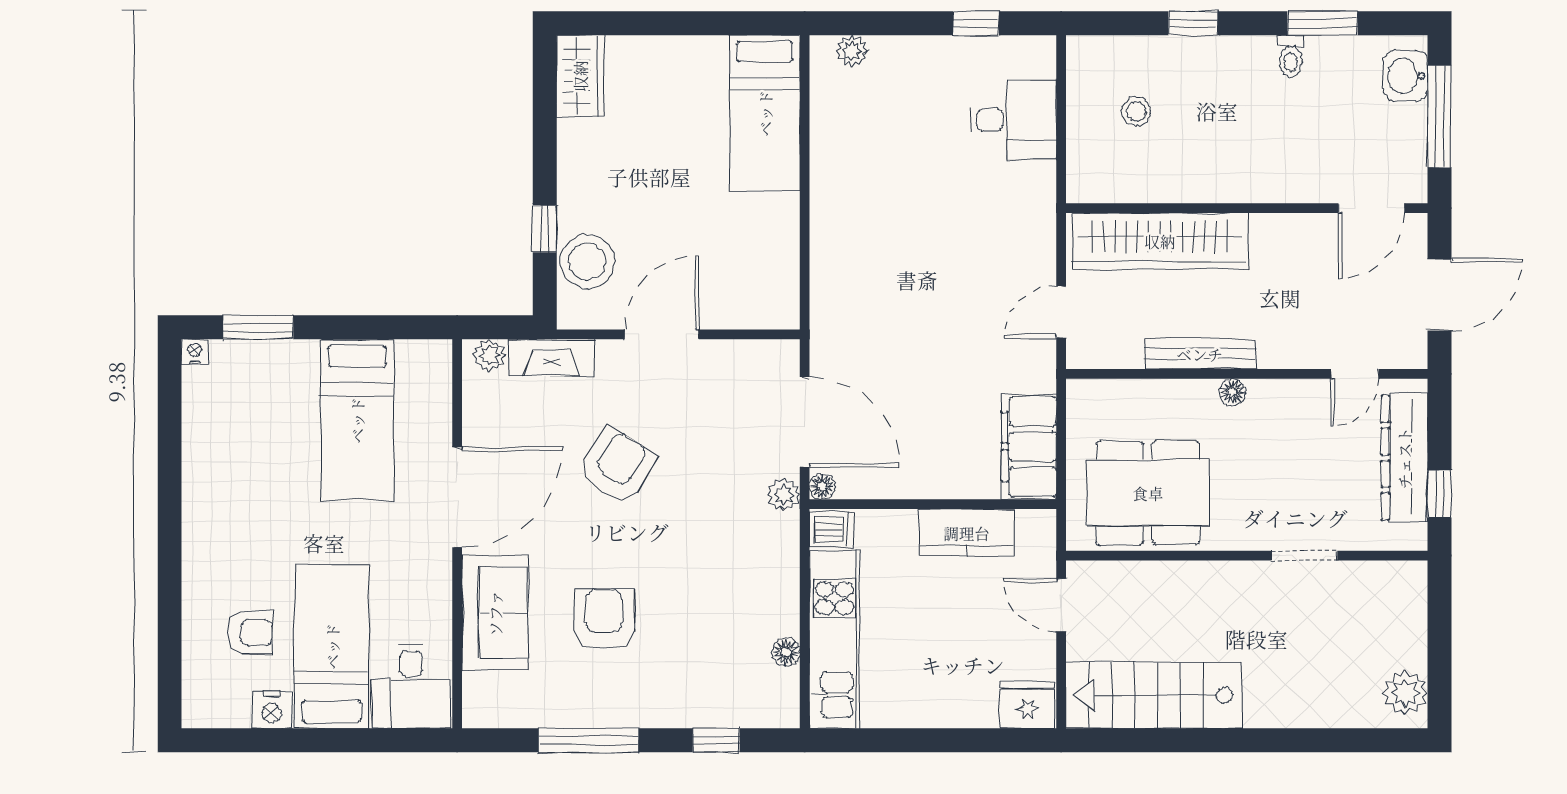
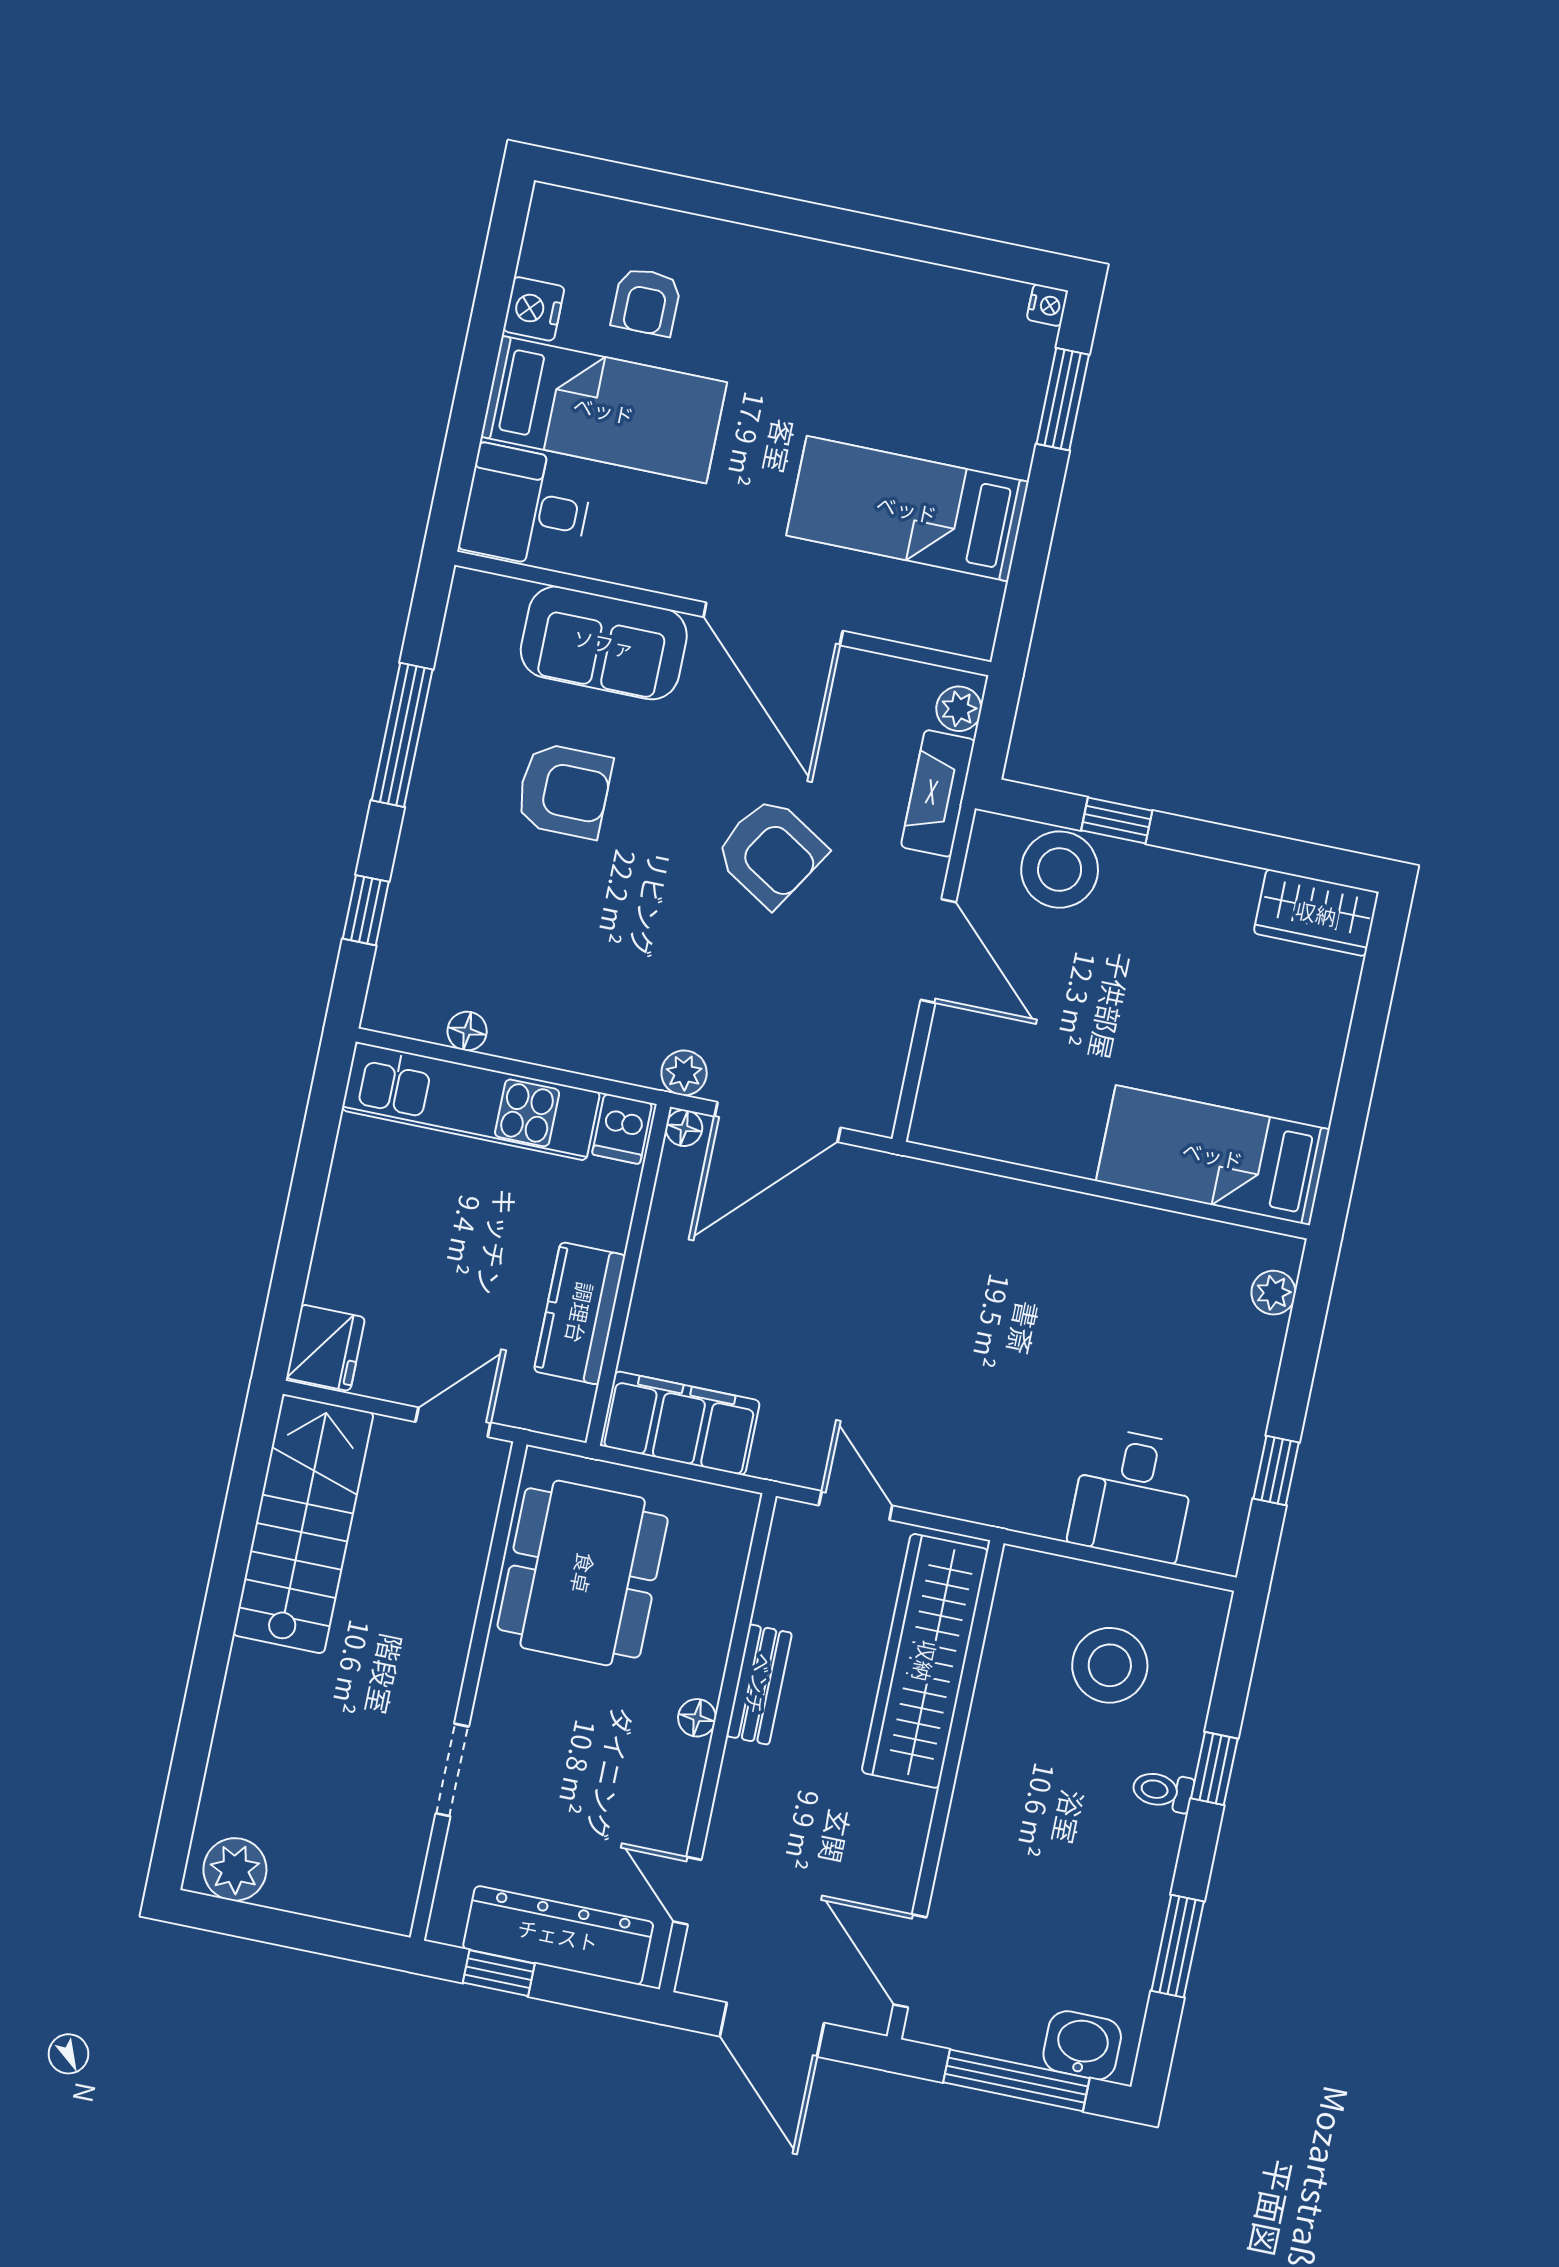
toilet: (1291, 56) -> (1163, 1791), moved
stool: (1136, 111) -> (1110, 1665), width x1.89, depth x1.89
bench: (1200, 354) -> (759, 1684), width x0.73

